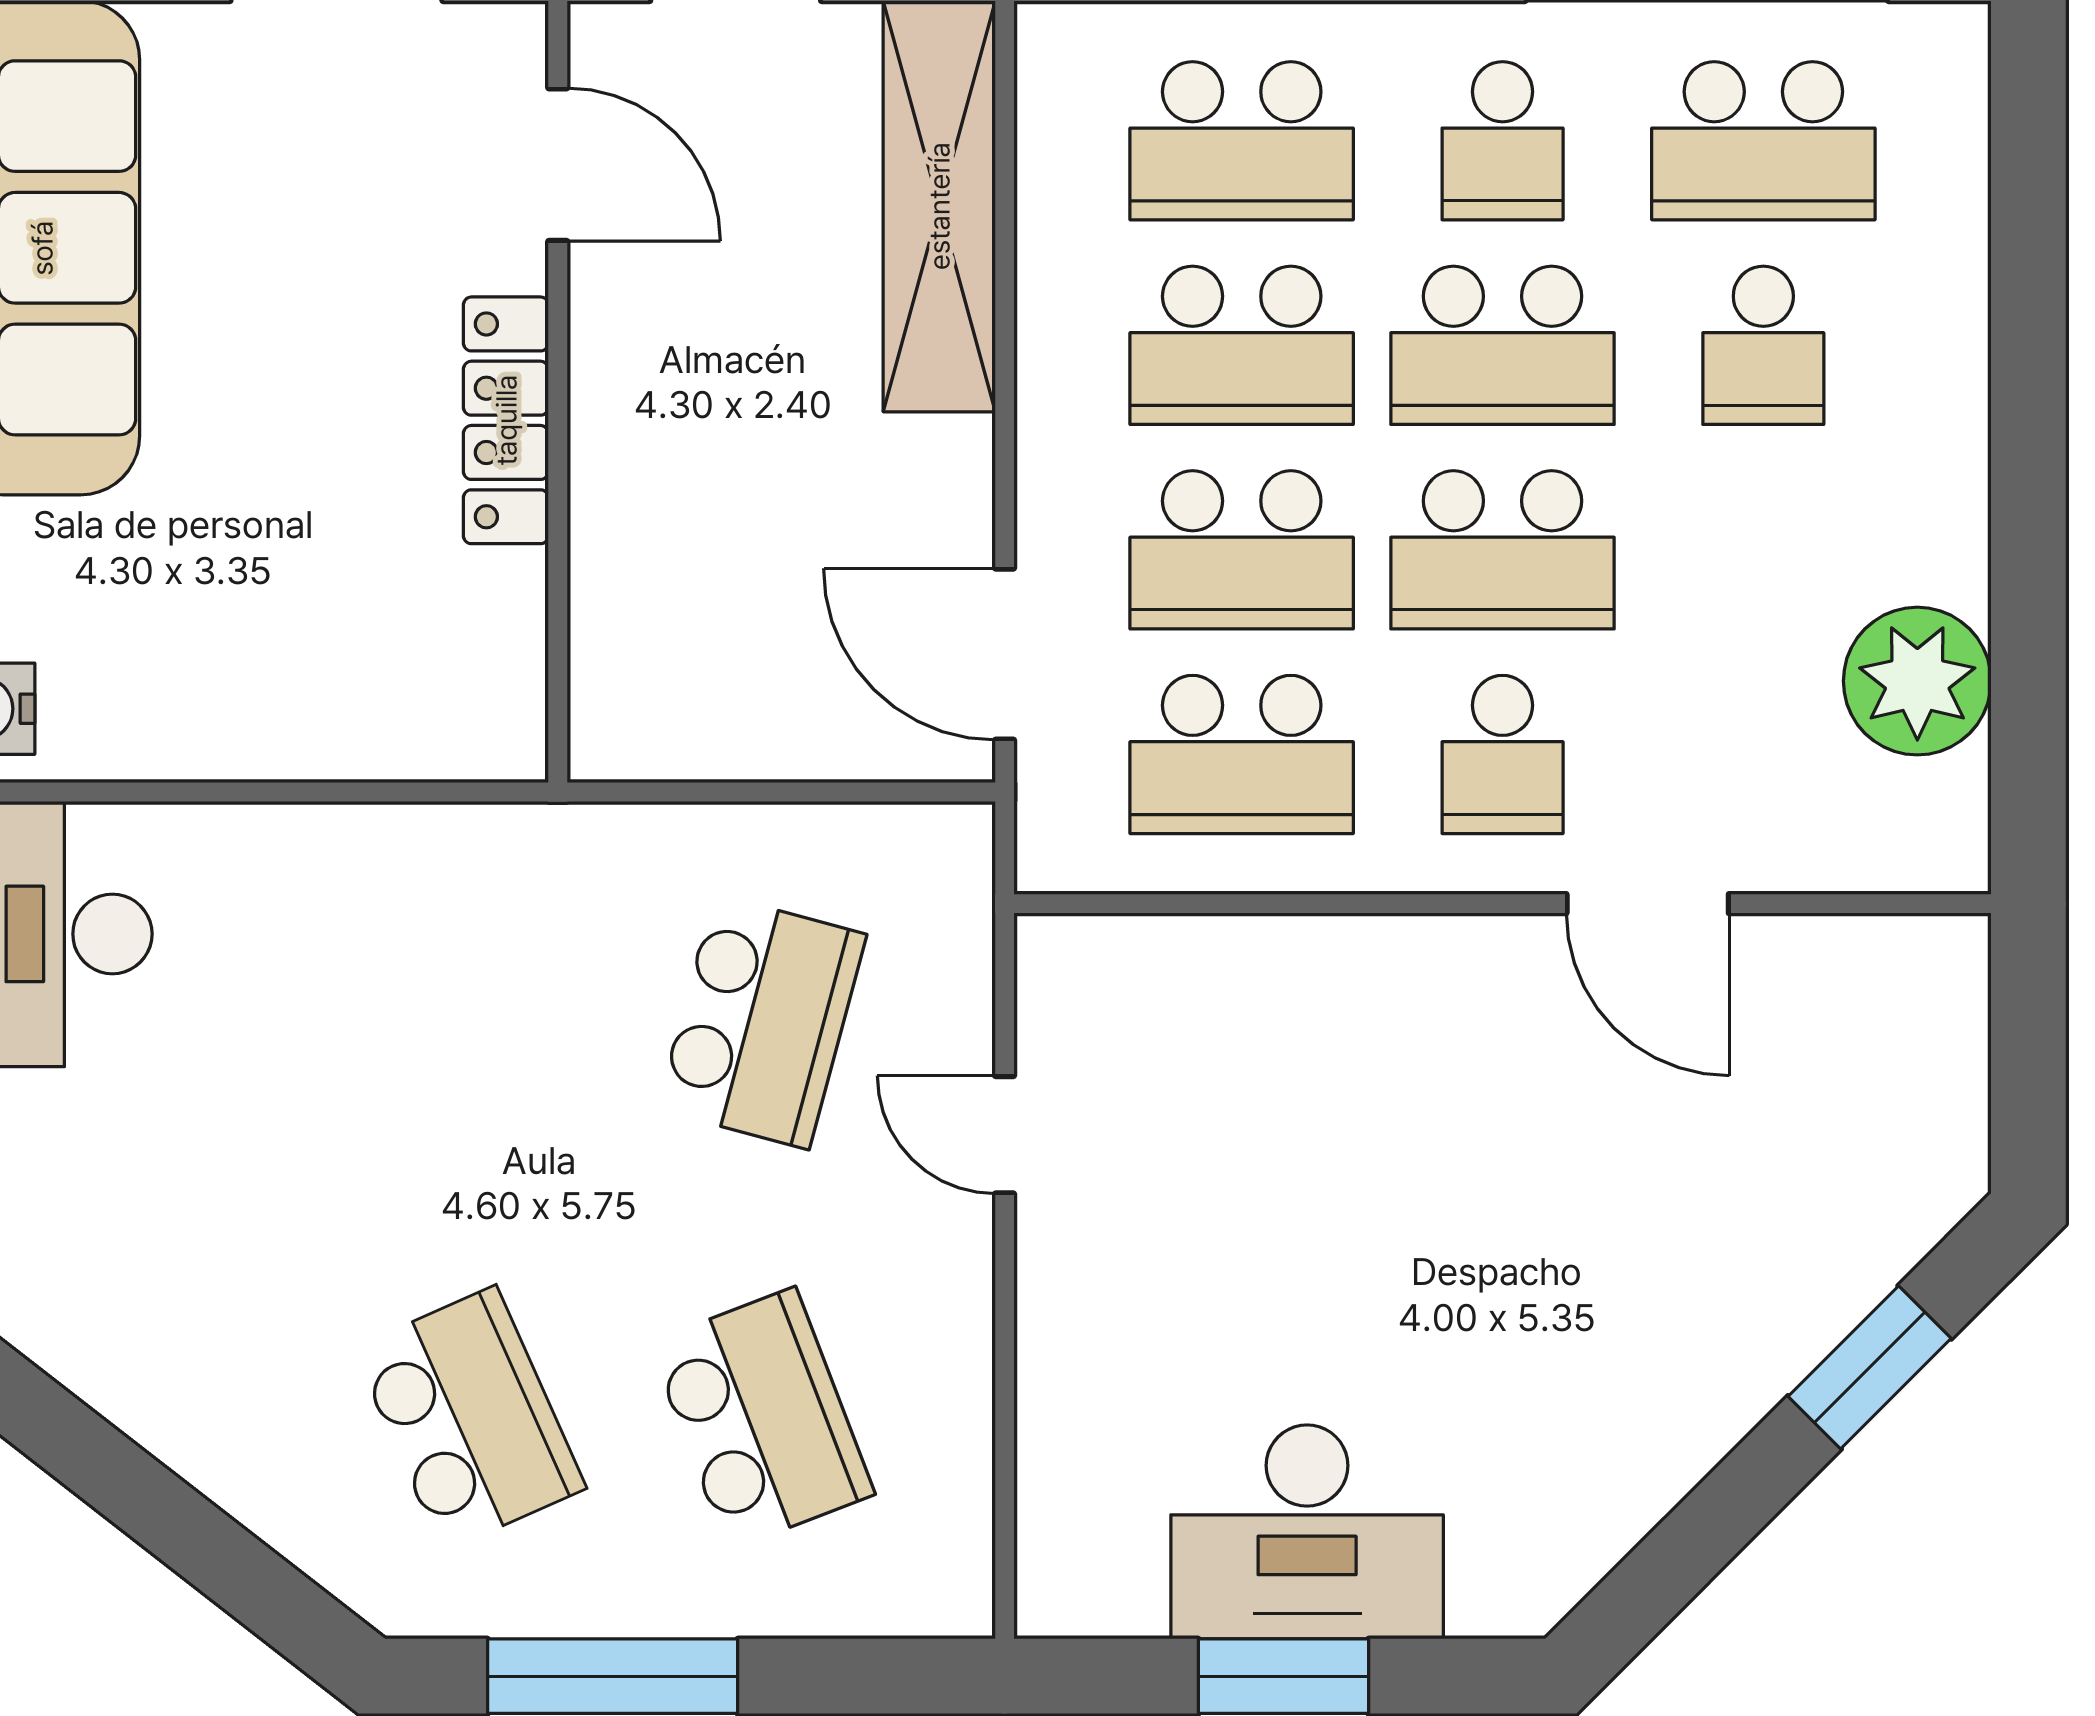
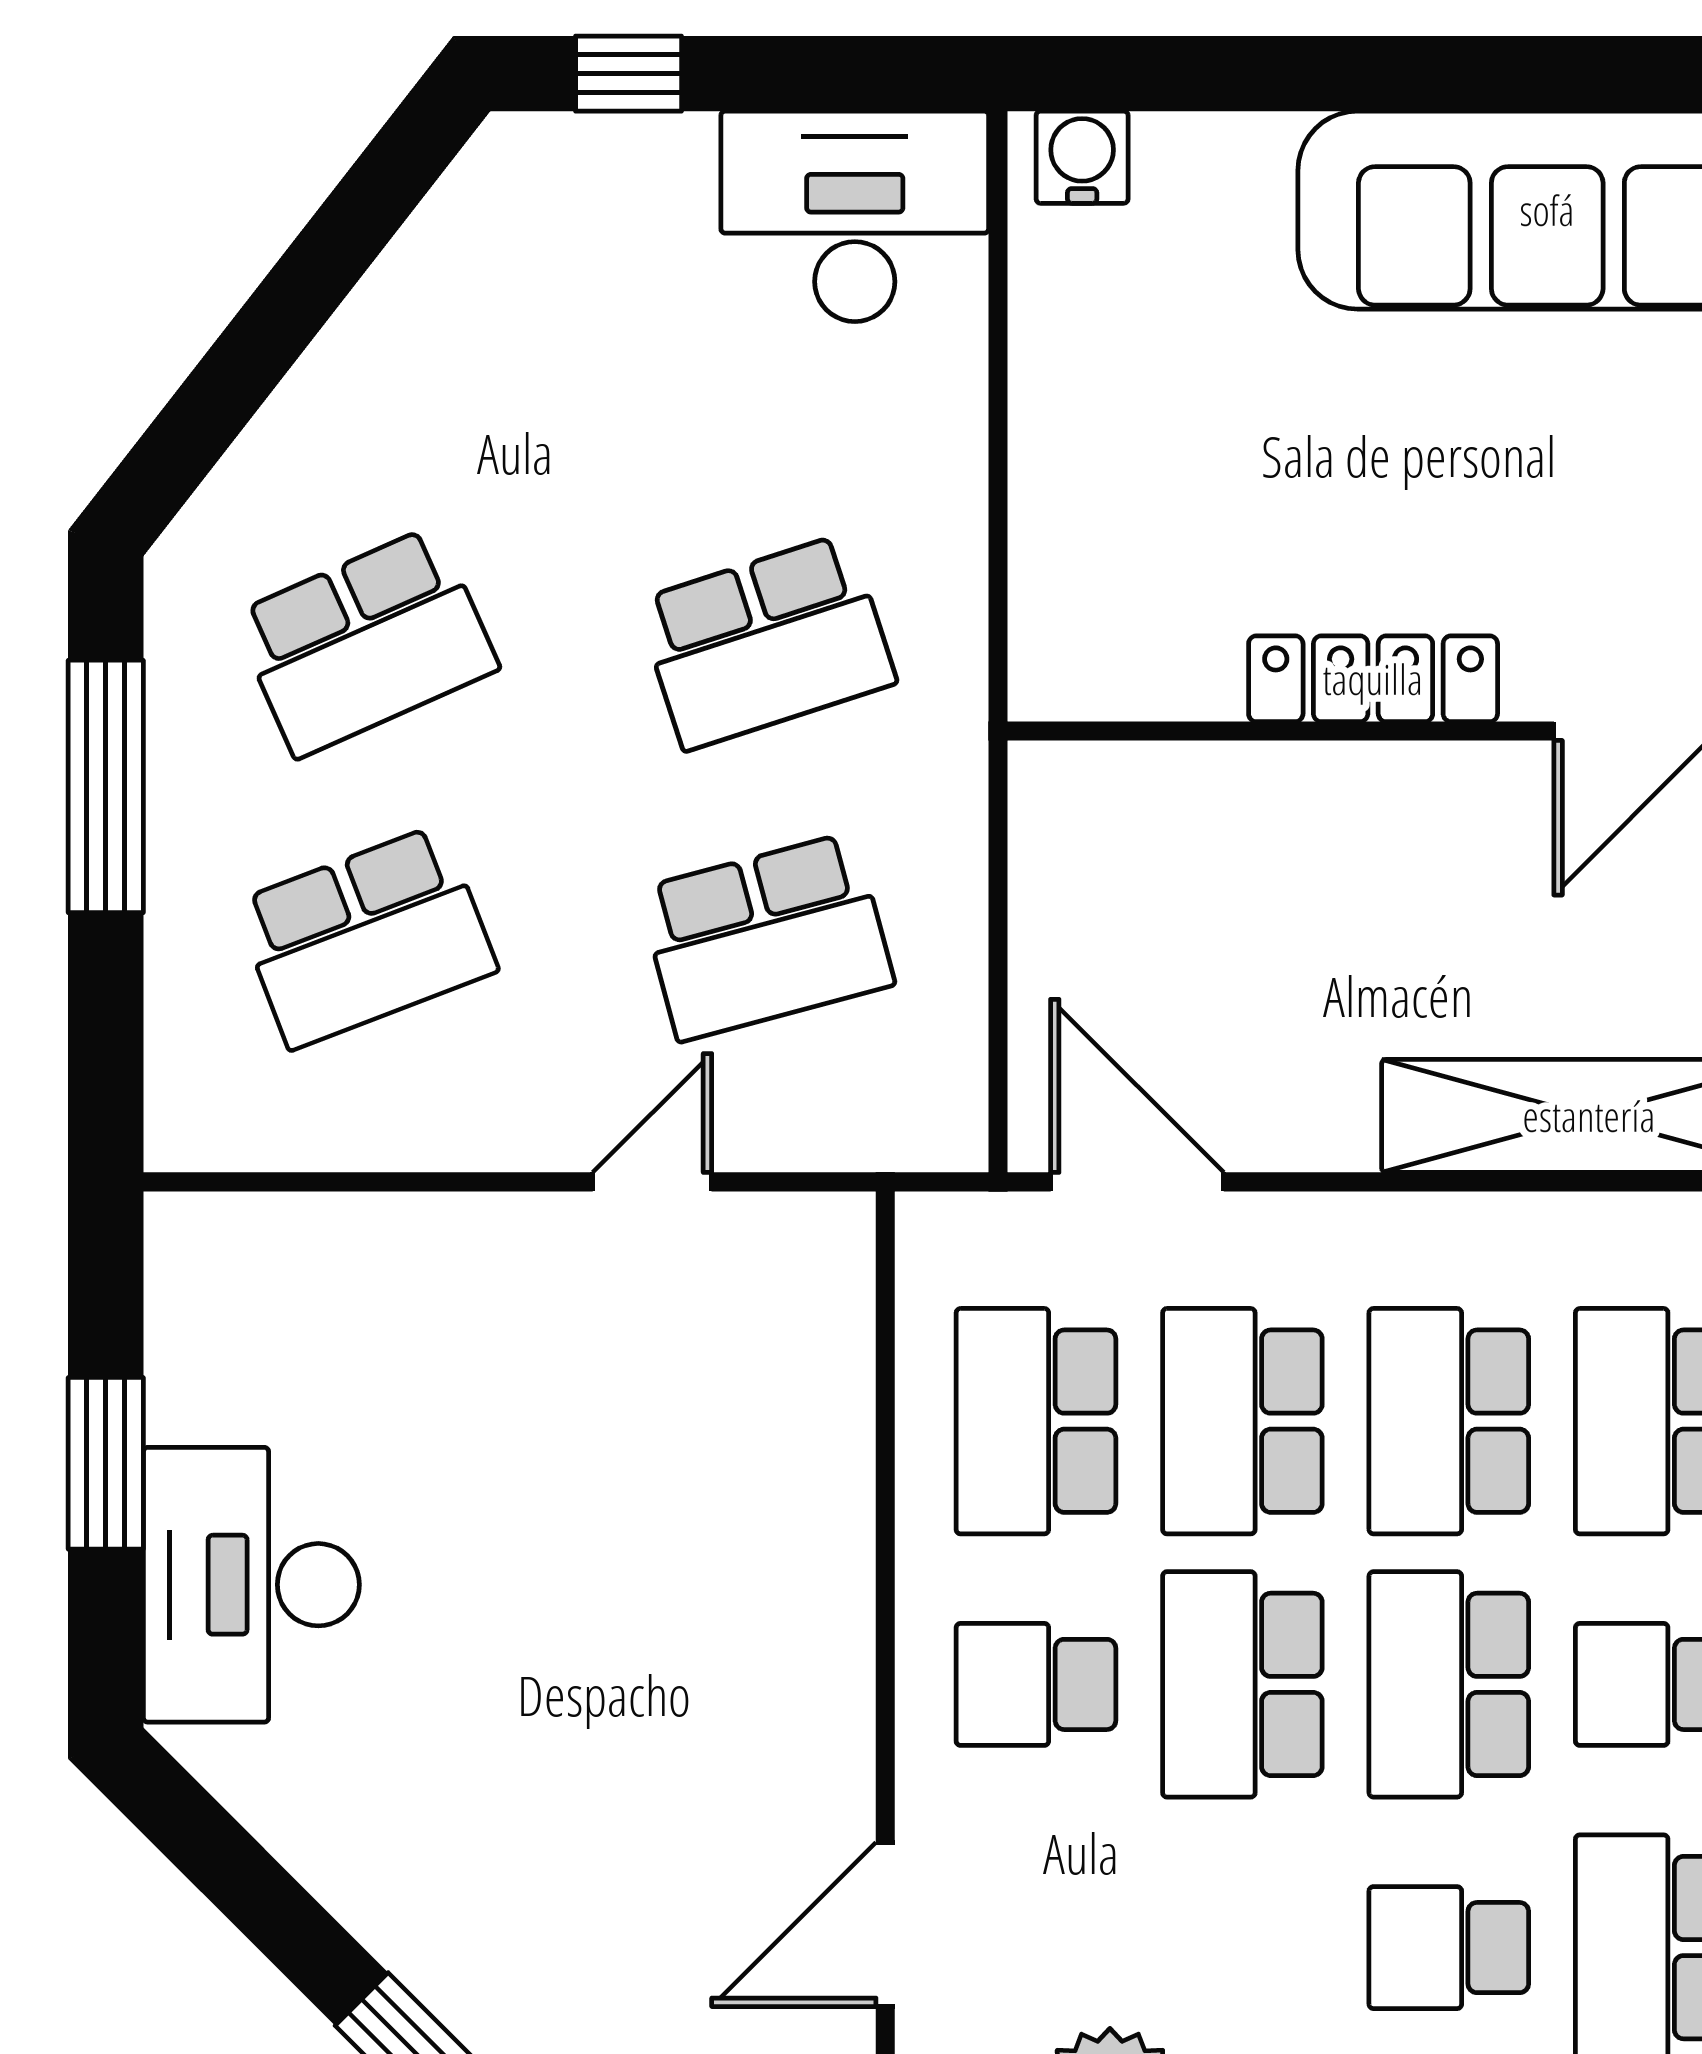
door: (1005, 654) -> (1137, 1182), hinge flipped
door: (1648, 904) -> (885, 1924), moved
school desk: (469, 1022) -> (766, 642), added
school desk: (762, 1022) -> (766, 937), turned -30
desk: (1307, 1532) -> (251, 1585), moved

